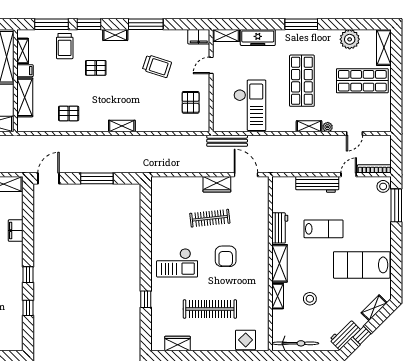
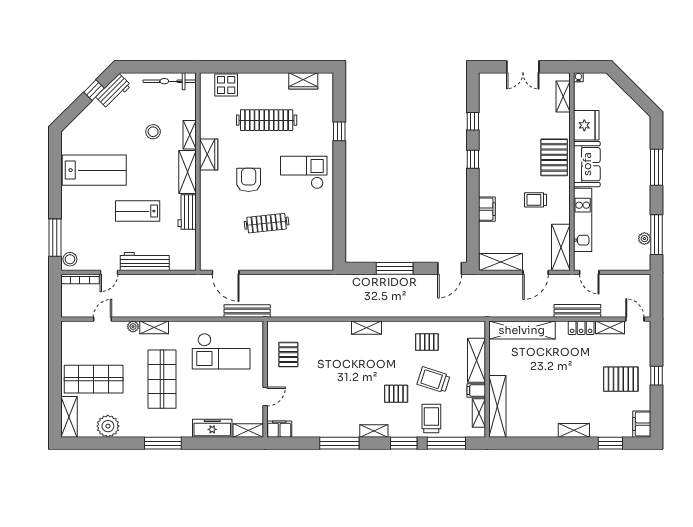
trolley: (157, 66) -> (434, 380), moved
checkout: (250, 105) -> (221, 351), turned -90
wardrobe: (217, 184) -> (209, 155), moved, turned 90
shelving: (374, 308) -> (80, 121), removed

